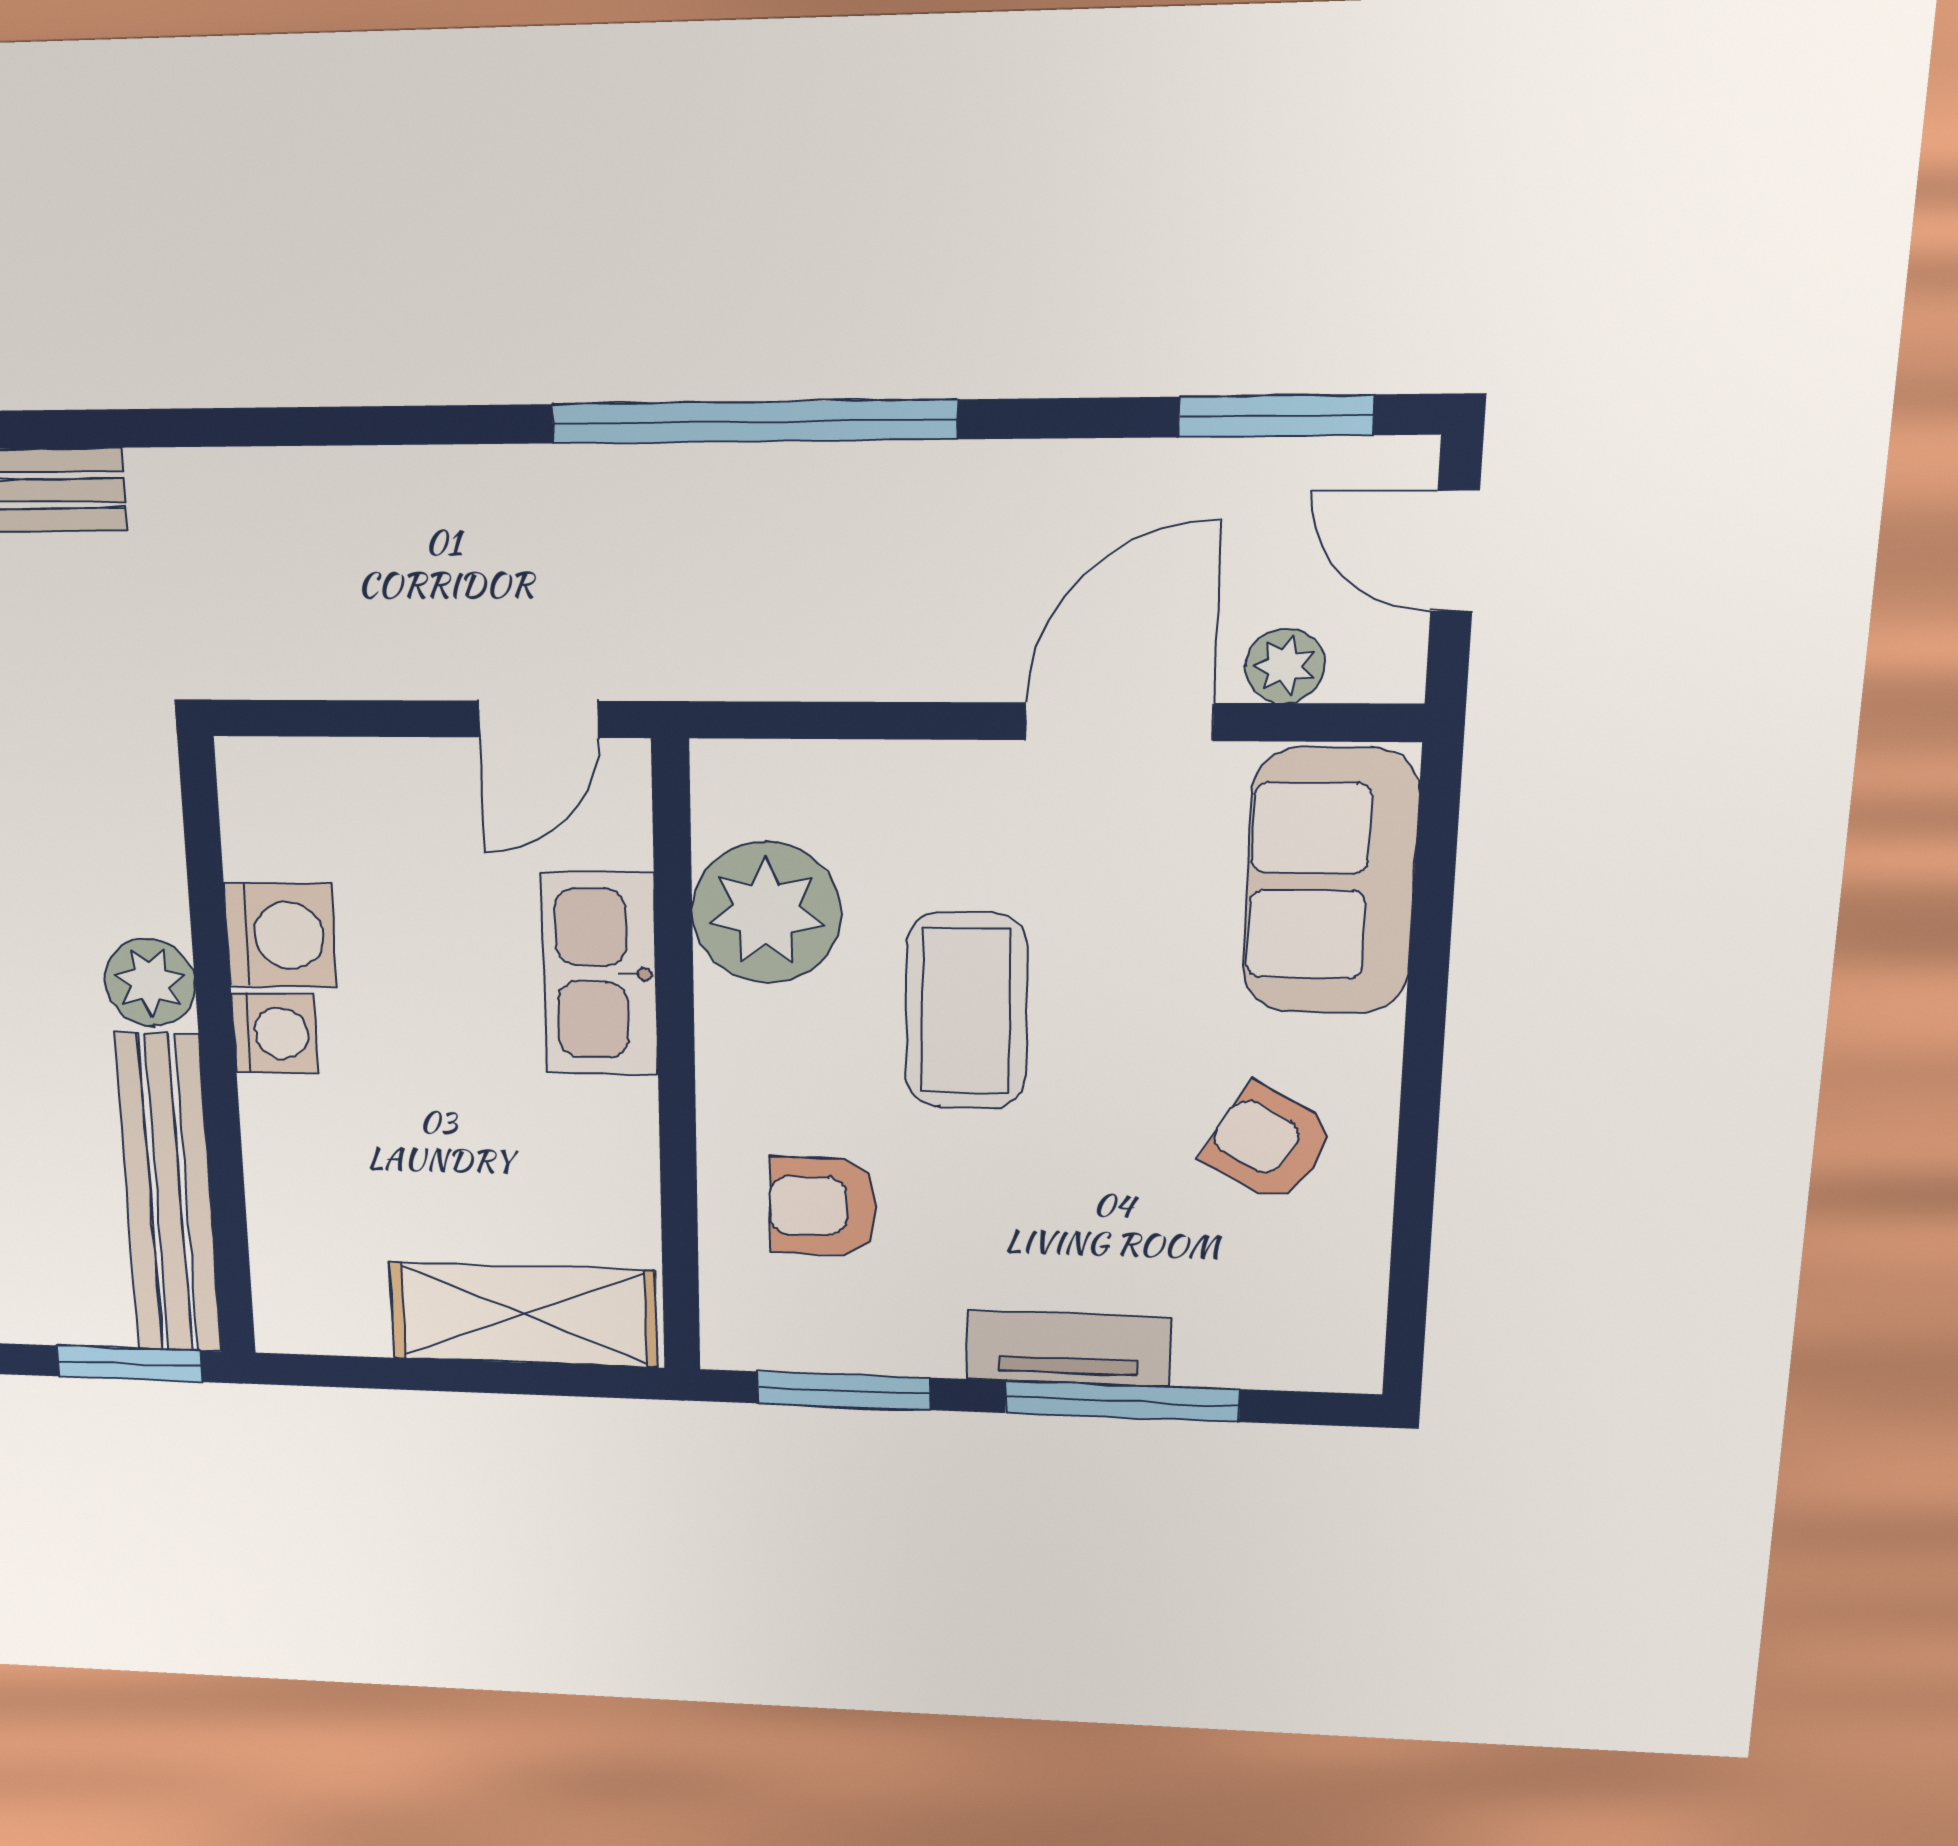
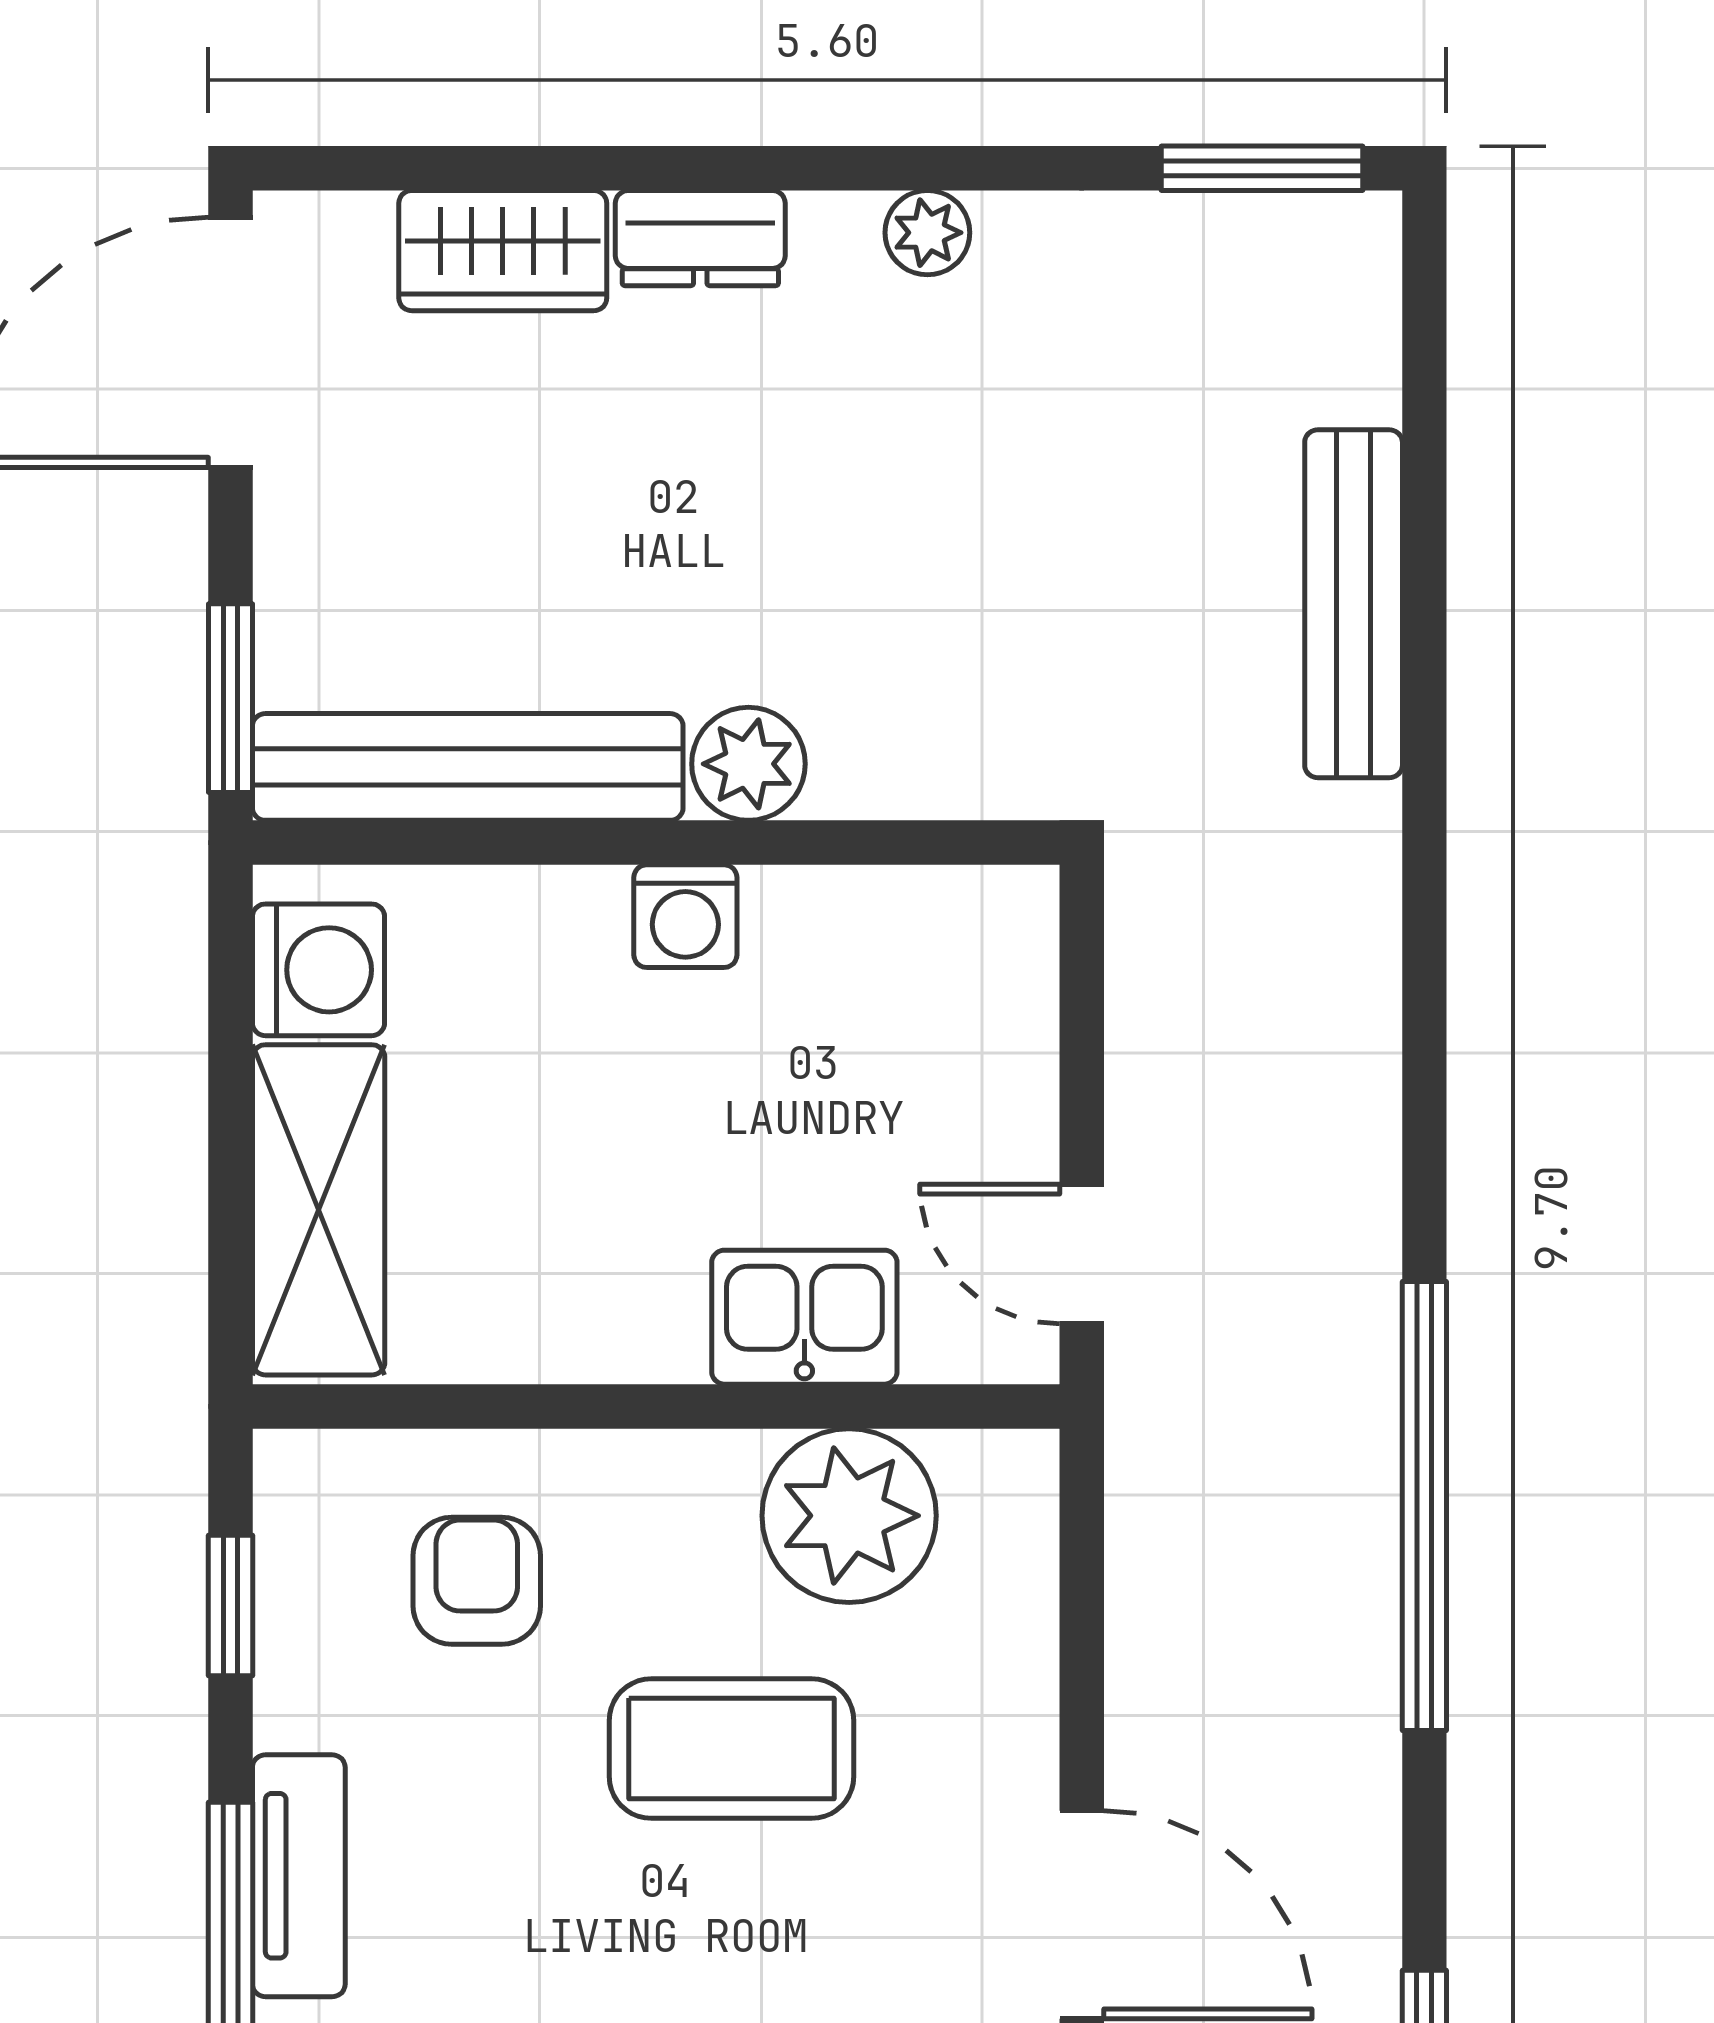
washing machine: (280, 935) -> (319, 970), moved, turned -90
kitchen sink: (600, 974) -> (804, 1317), width x0.73
window: (844, 1391) -> (230, 1606), width x0.67

